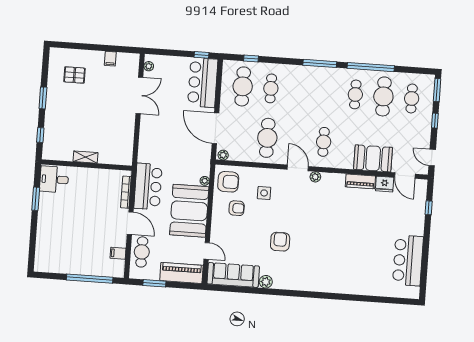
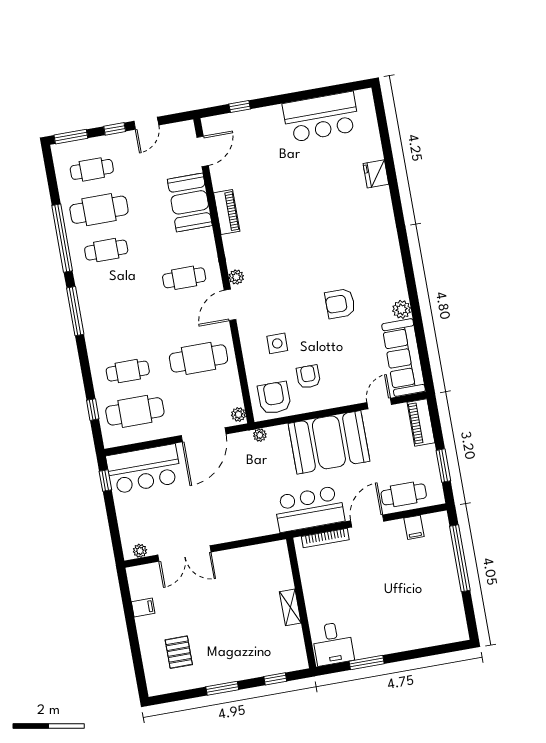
double door: (139, 95) -> (184, 554), swing flipped
door: (432, 158) -> (146, 123), moved
plant: (205, 181) -> (260, 435), moved
fridge: (385, 184) -> (376, 174), moved, turned 180
piano: (181, 273) -> (421, 422), width x0.73, depth x0.75

